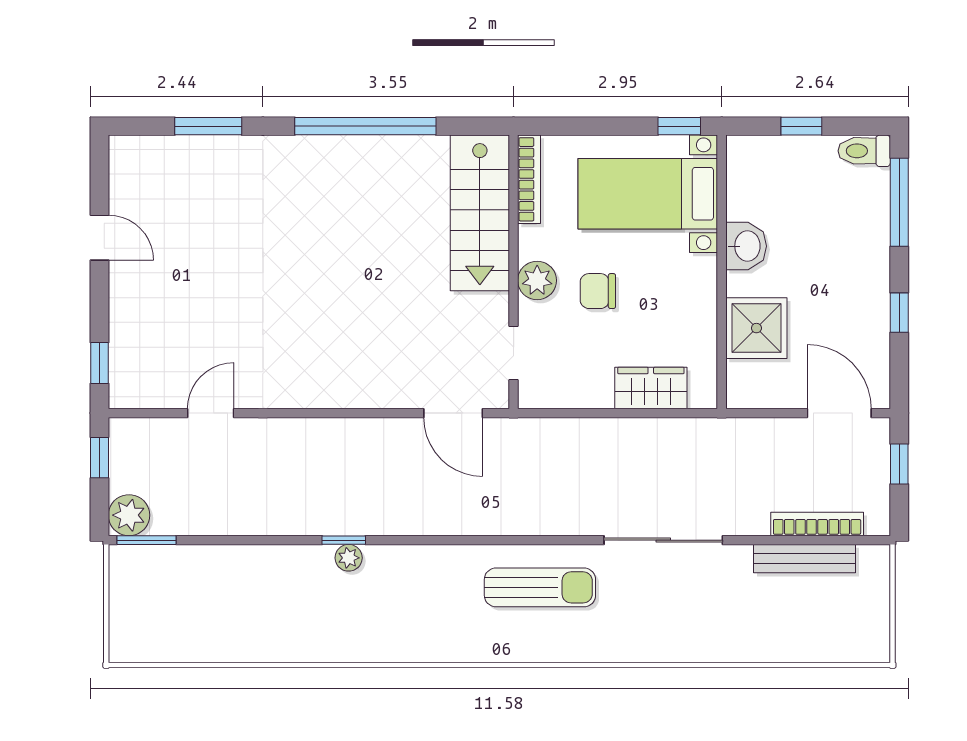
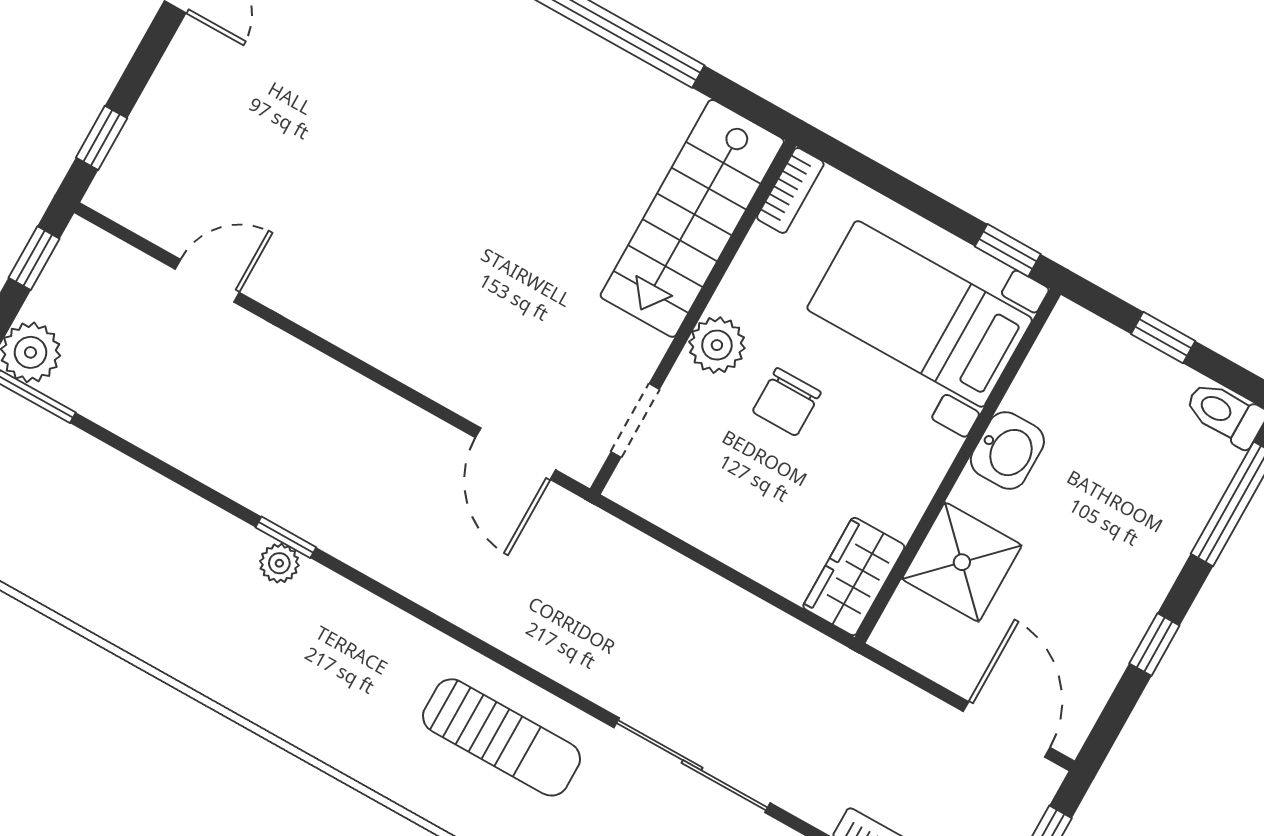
bookcase: (529, 179) -> (790, 190), width x0.64
chair: (598, 291) -> (787, 402), turned -90
wardrobe: (651, 388) -> (854, 577), moved, turned -90

